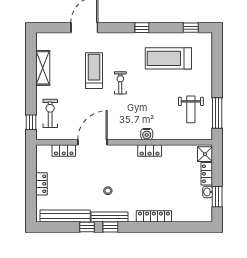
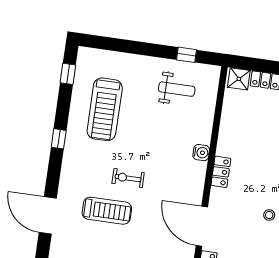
treadmill: (94, 71) -> (107, 211), turned 180
window: (217, 113) -> (186, 55), width x0.46
locker: (150, 151) -> (221, 172), moved

